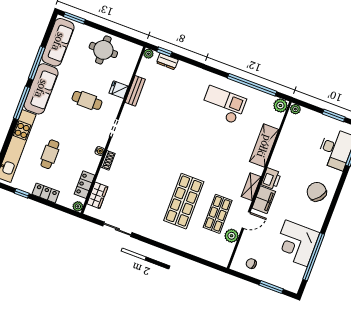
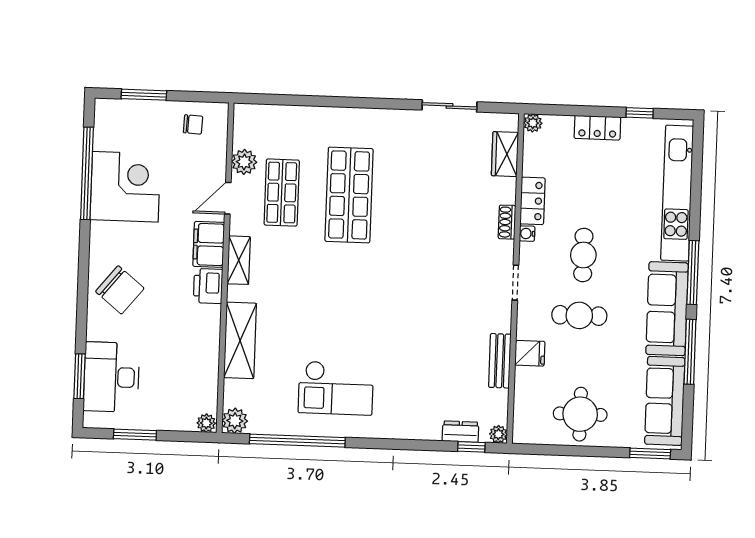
cafe table: (50, 154) -> (583, 255), moved
locker: (85, 185) -> (532, 201), moved

